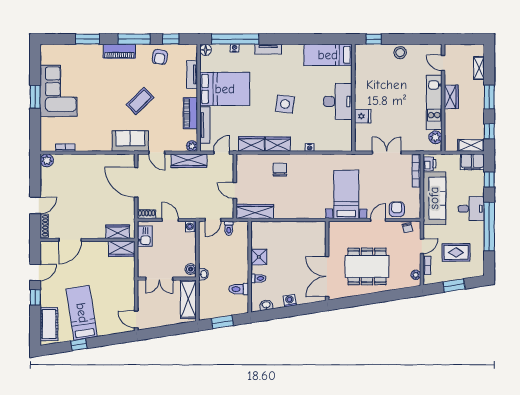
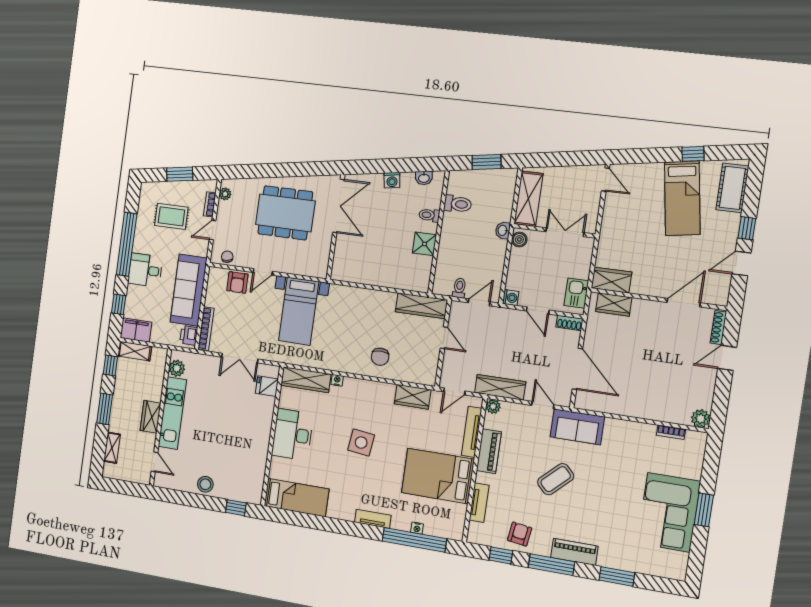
floor lamp: (206, 50) -> (456, 533), removed
fridge: (363, 116) -> (267, 386), moved
wardrobe: (278, 144) -> (306, 380), moved, width x1.50

